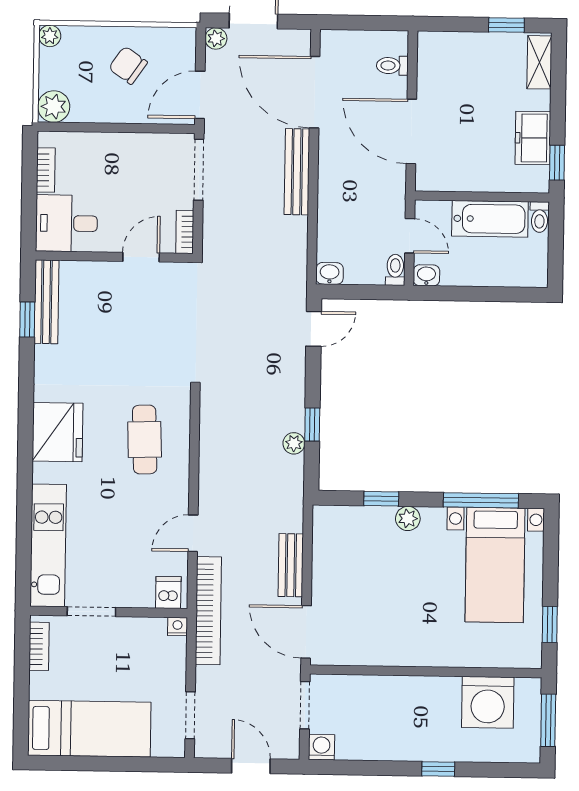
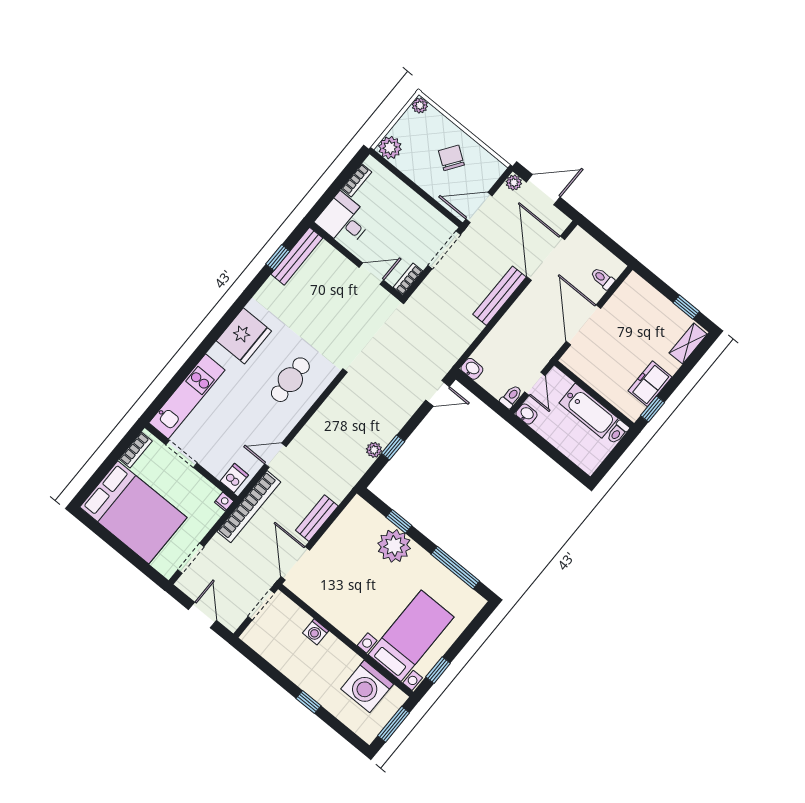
plant: (408, 518) -> (394, 546), width x1.88, depth x1.88
bed with nightstands: (495, 565) -> (411, 636), moved, turned 180
bed: (89, 729) -> (133, 512), width x1.50
washing machine: (322, 747) -> (316, 632), moved, turned 180

